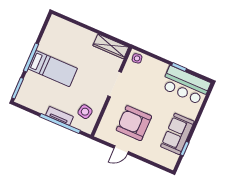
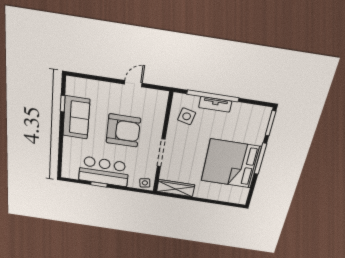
bed: (53, 69) -> (231, 164), width x2.04
bar counter: (186, 85) -> (104, 171), moved
armchair: (134, 123) -> (123, 131), moved

